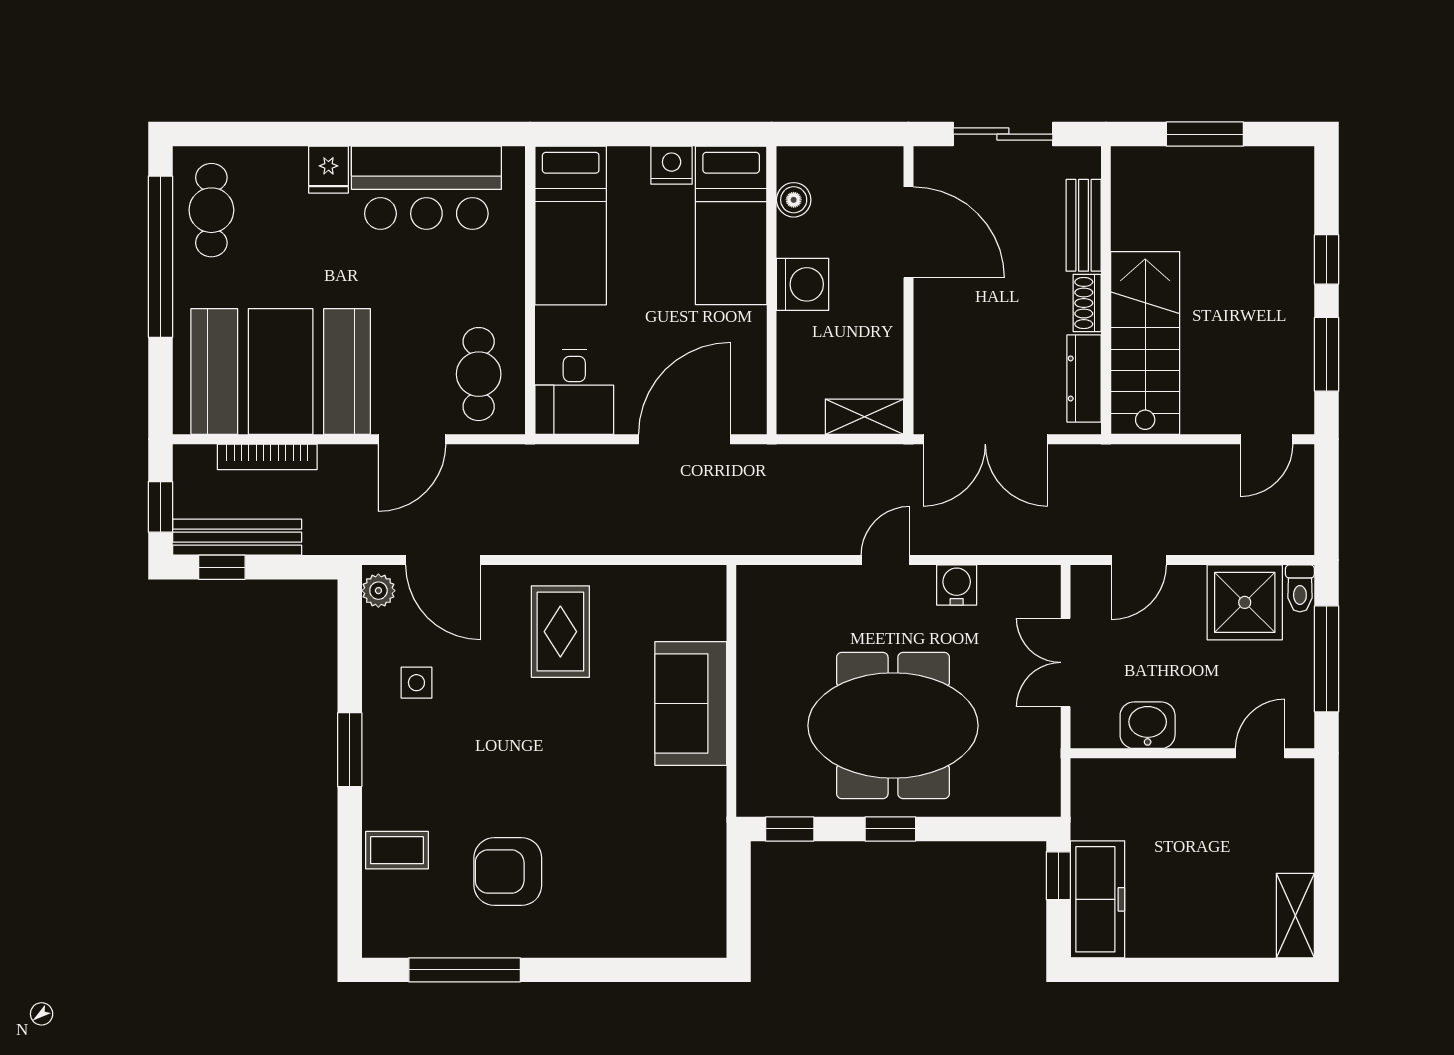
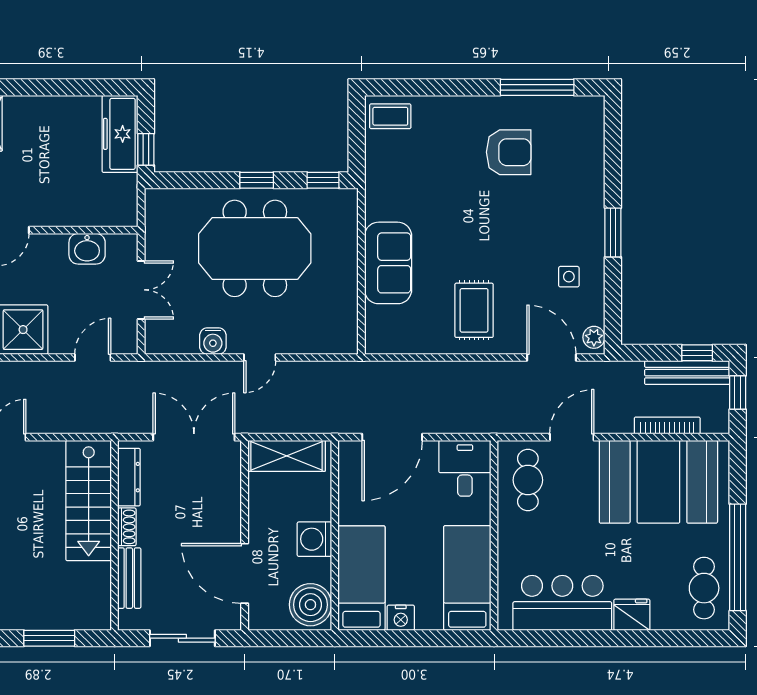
fridge: (328, 170) -> (632, 615), width x1.38
boiler: (794, 200) -> (310, 605), width x1.86, depth x1.86
shelving: (864, 417) -> (287, 456), width x1.50, depth x1.33
coffee table: (397, 850) -> (390, 116), moved

